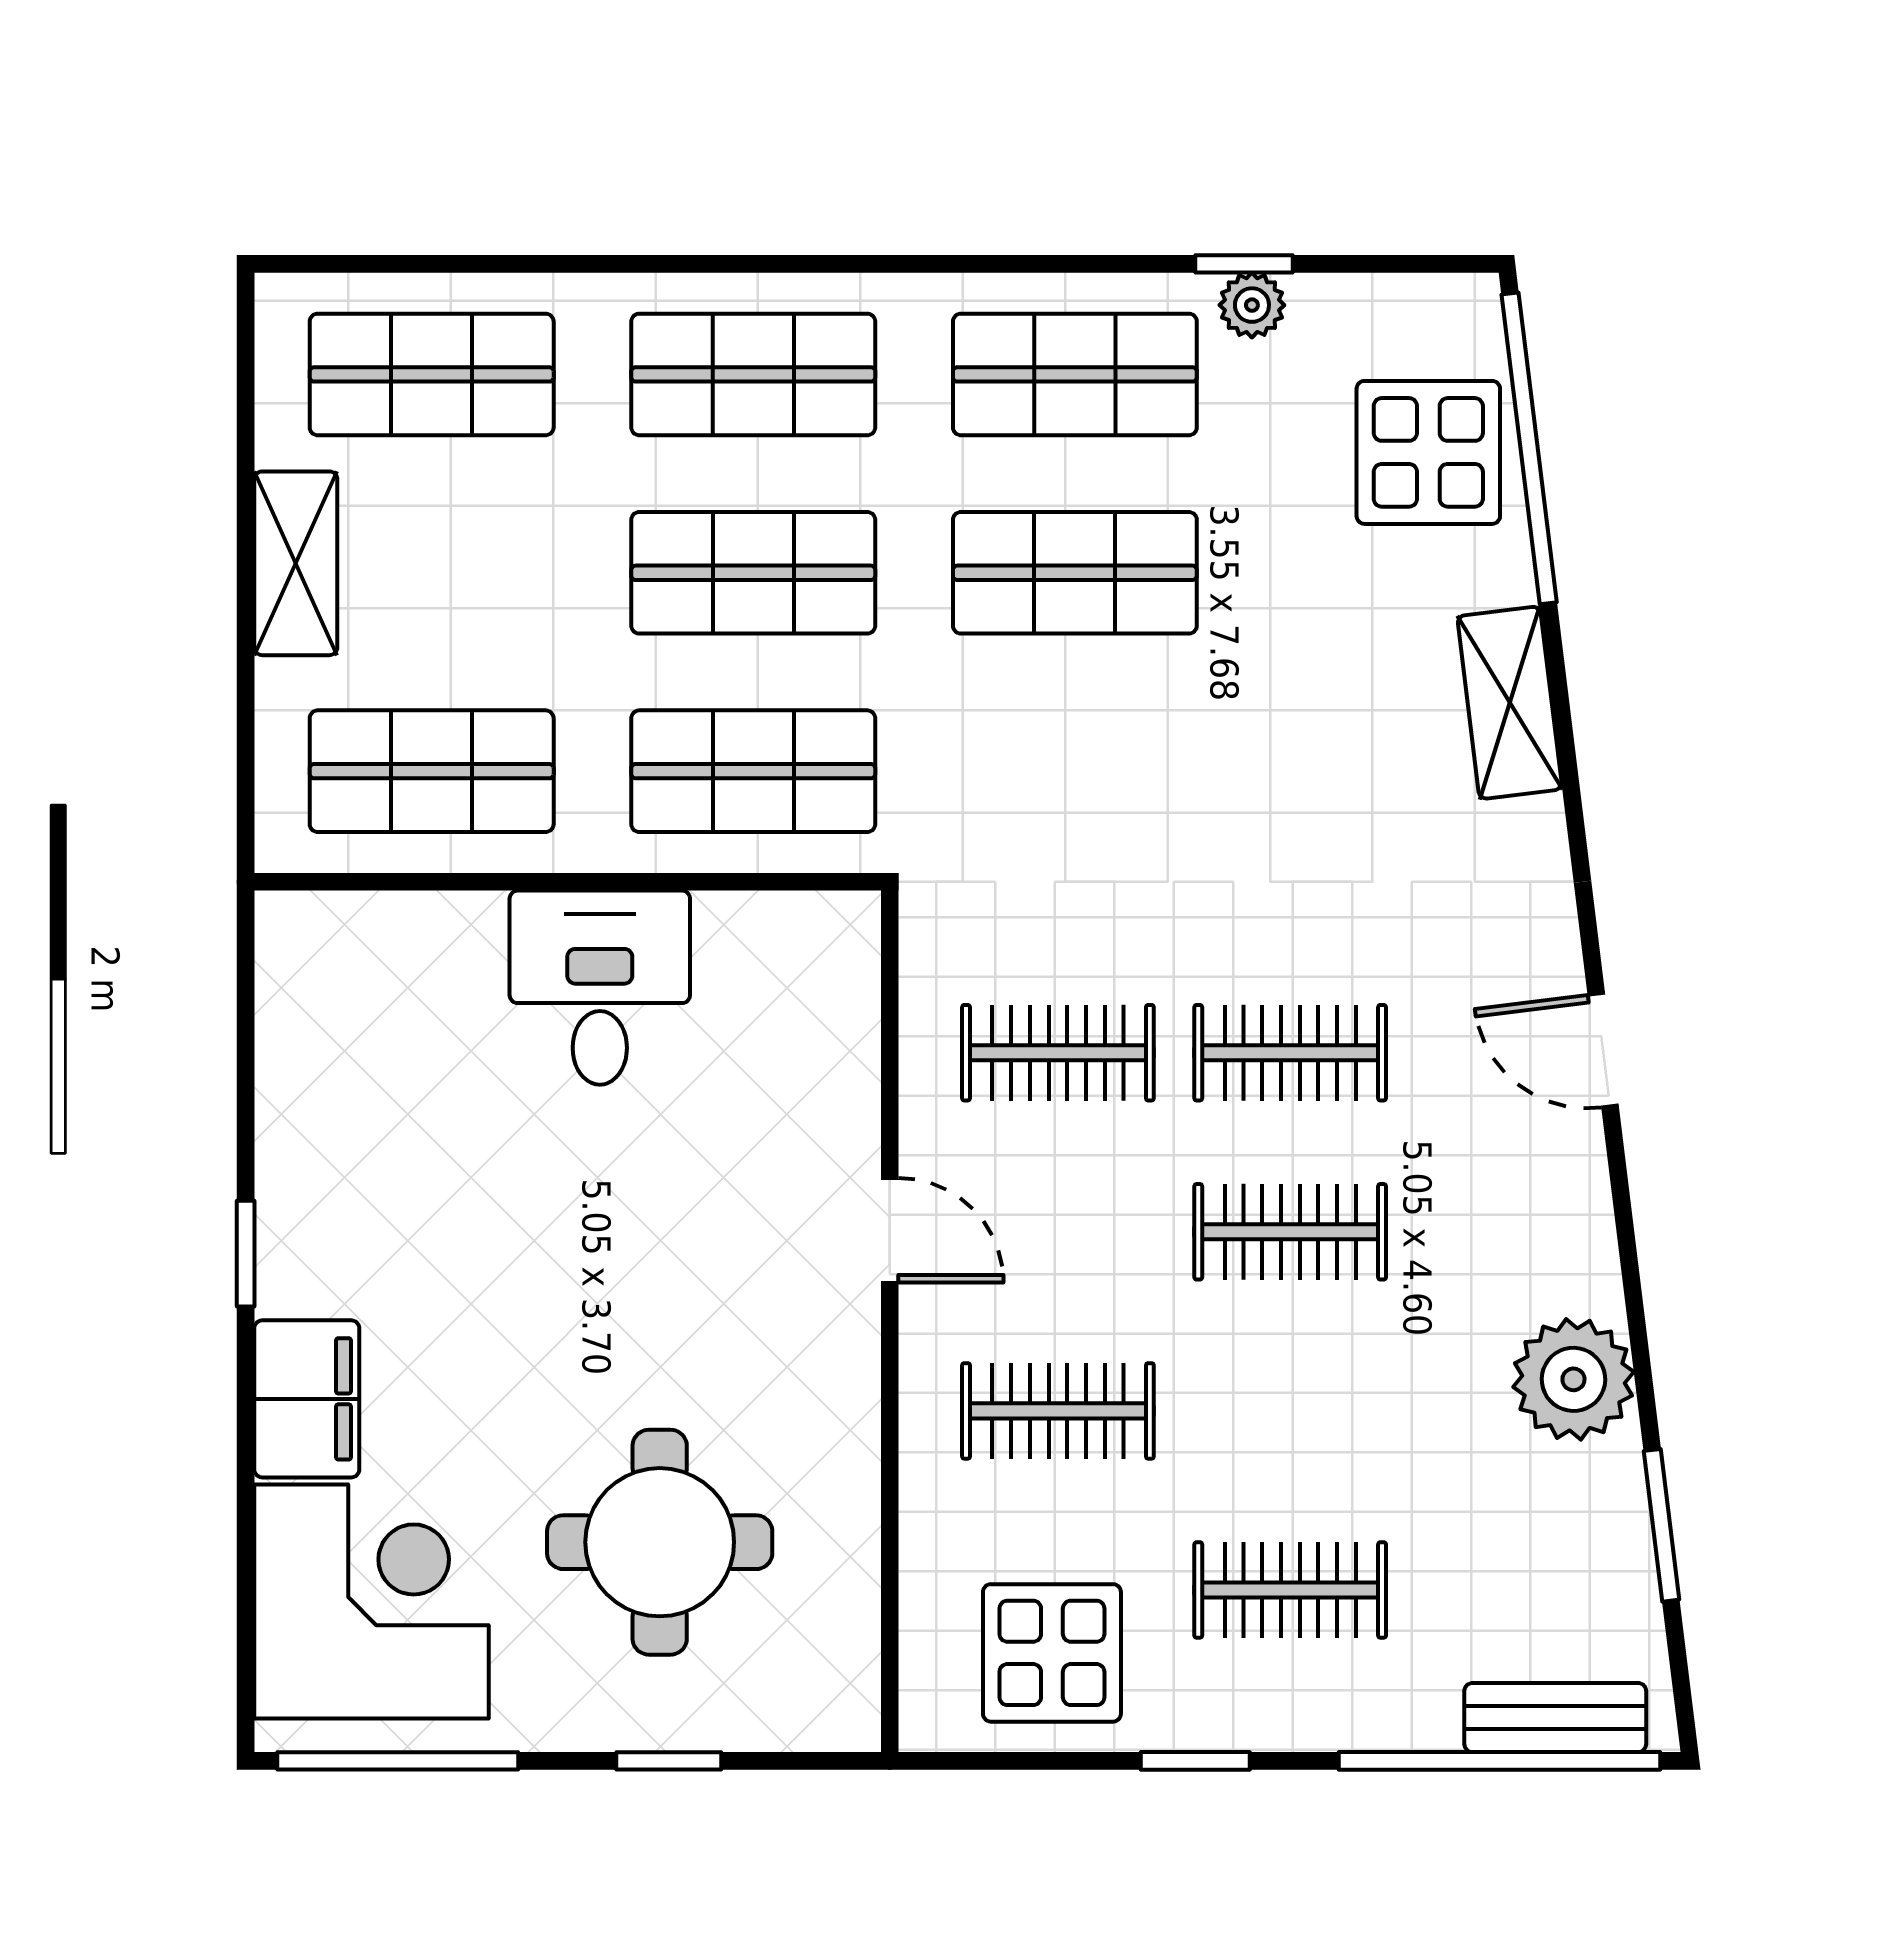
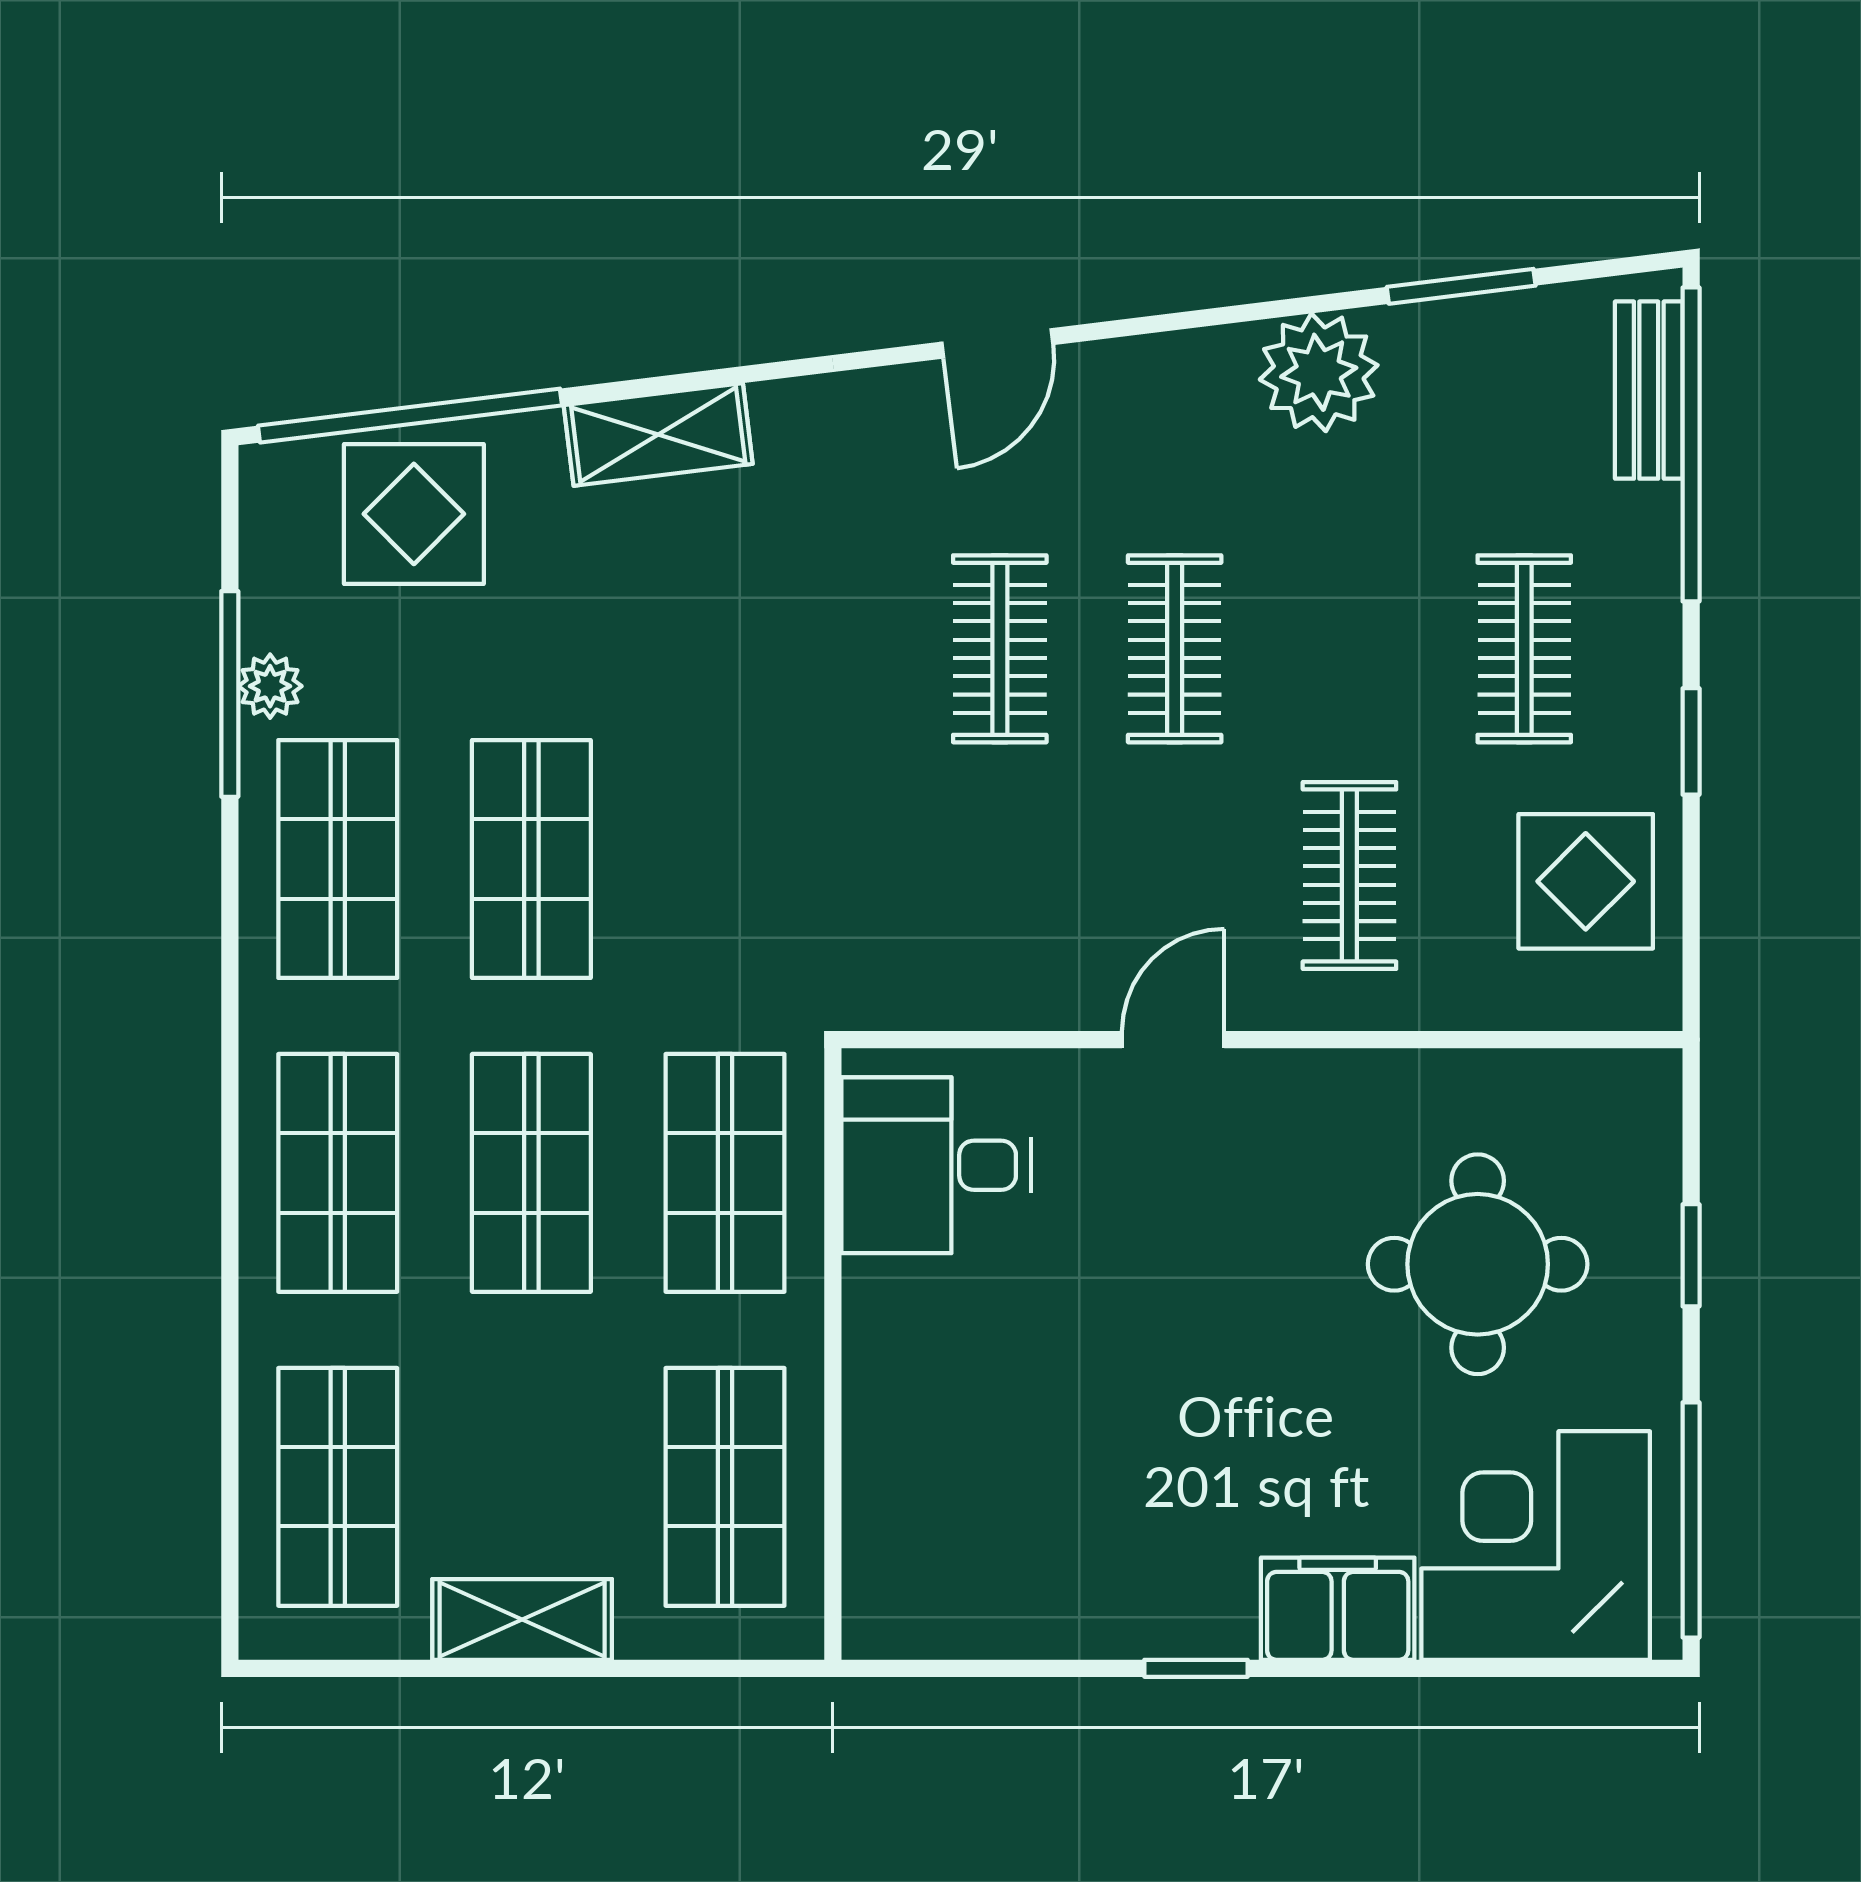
window: (1244, 264) -> (230, 694), width x2.17
desk: (600, 988) -> (936, 1165), moved
clothes rail: (1058, 1053) -> (1000, 875), removed

